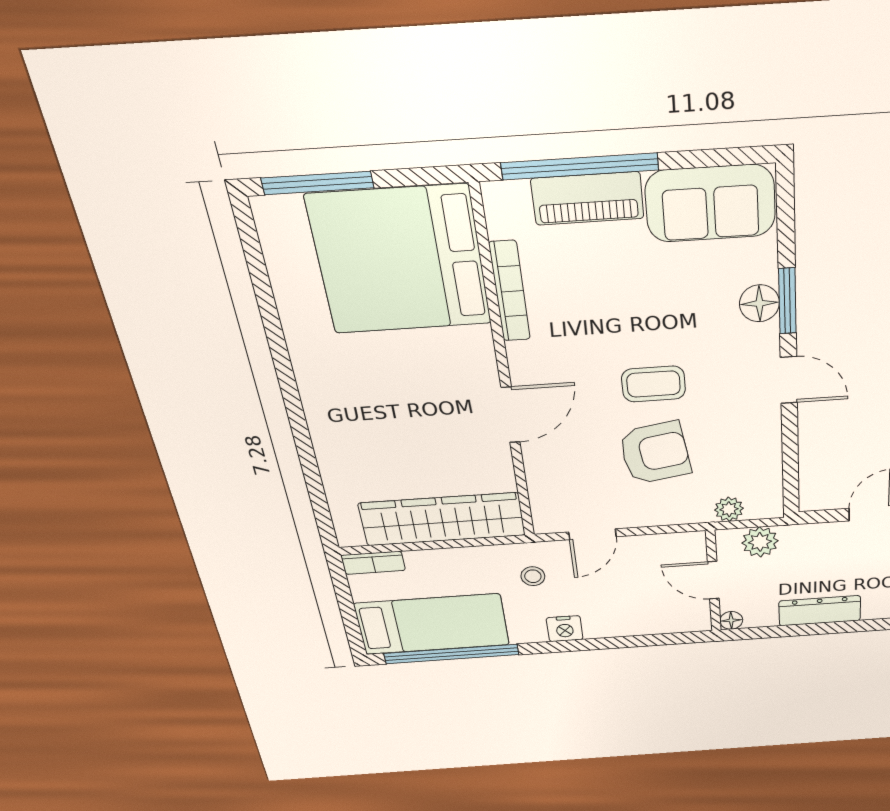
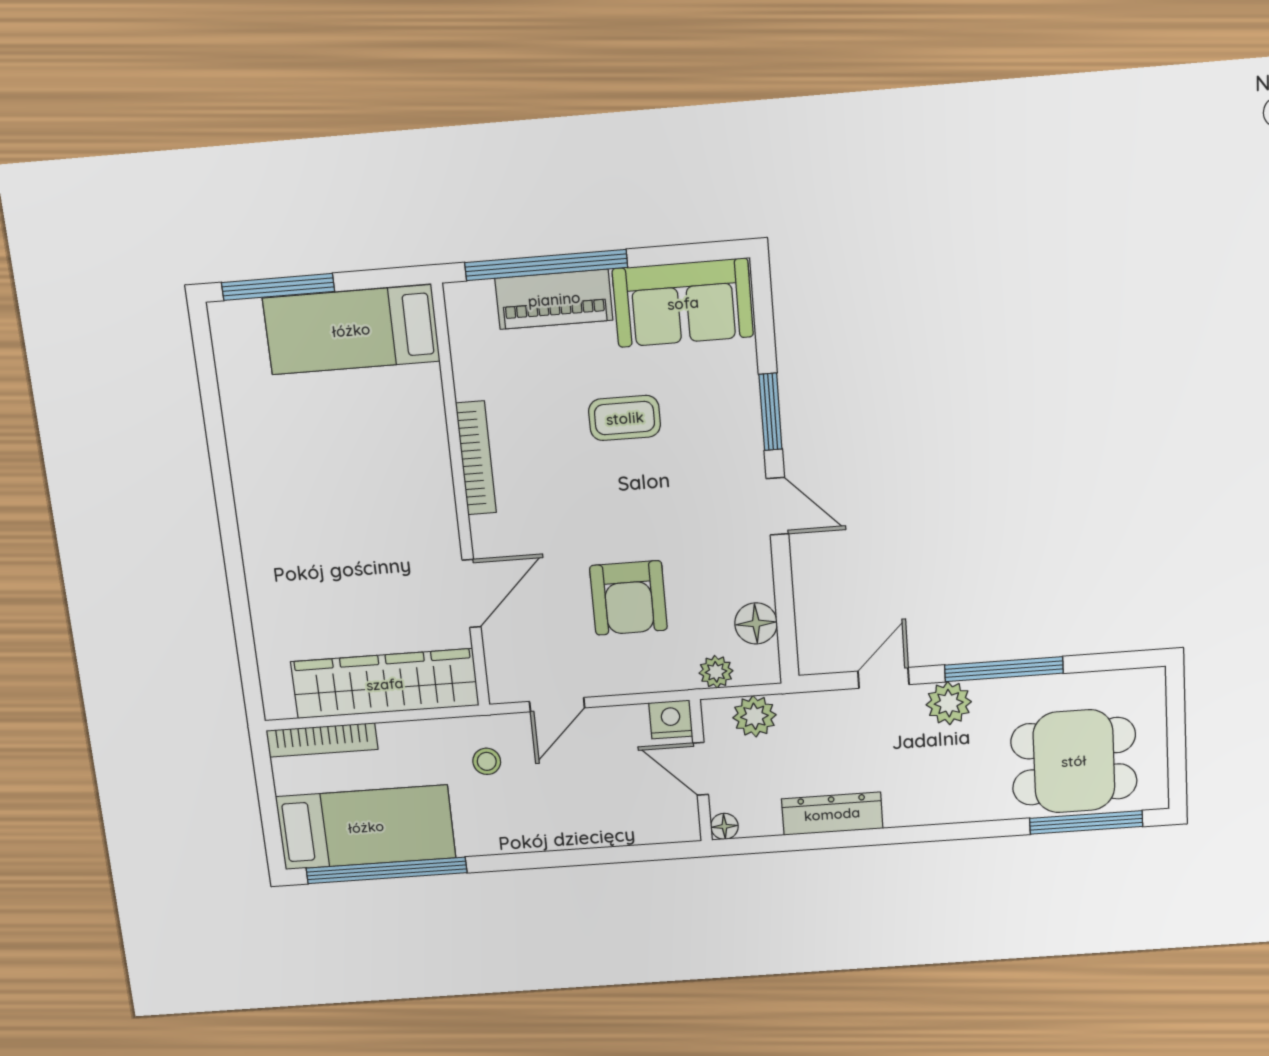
bed: (400, 260) -> (351, 330), width x0.49
bookcase: (510, 291) -> (476, 458), moved
floor lamp: (759, 303) -> (756, 623), moved
coffee table: (654, 384) -> (625, 418), moved
door: (511, 415) -> (472, 593), moved
armchair: (655, 453) -> (628, 598), turned 99
bookcase: (373, 563) -> (322, 740), width x1.56
nightstand: (565, 629) -> (671, 719), moved, turned 180

